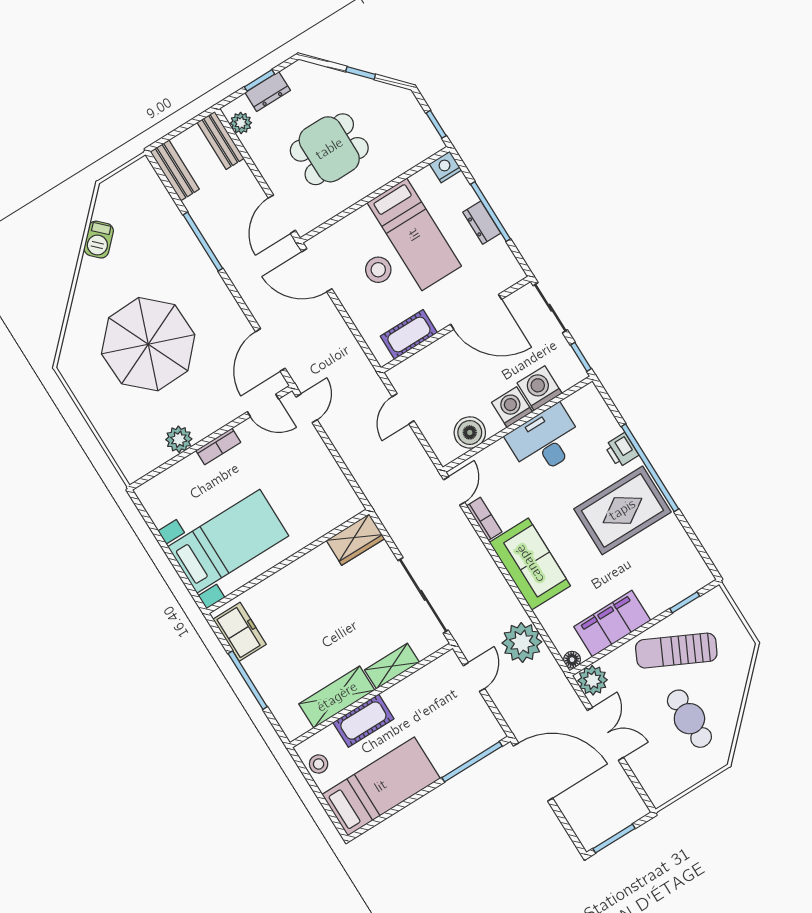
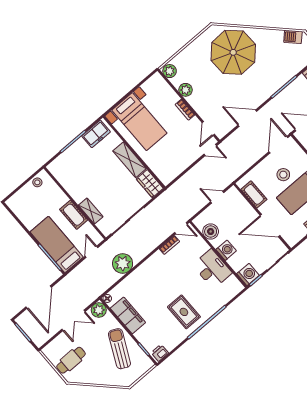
barbecue: (99, 240) -> (293, 37), moved
door: (476, 312) -> (270, 226), hinge flipped
parasol: (148, 344) -> (233, 52), moved
door: (270, 350) -> (247, 118), moved
washing machine: (540, 388) -> (248, 275), moved
printer: (622, 450) -> (160, 353), moved
plant: (136, 465) -> (170, 71), added
rug: (622, 510) -> (184, 312), width x0.73, depth x0.70
sofa: (530, 564) -> (151, 271), removed
plant: (522, 642) -> (123, 263), moved
door: (474, 677) -> (91, 252), swing flipped
shelving: (337, 697) -> (130, 160), moved
cafe table: (689, 719) -> (71, 360), moved
cot: (363, 721) -> (74, 215), moved
door: (533, 772) -> (39, 297), moved
bed: (381, 786) -> (57, 245), moved, turned 180

